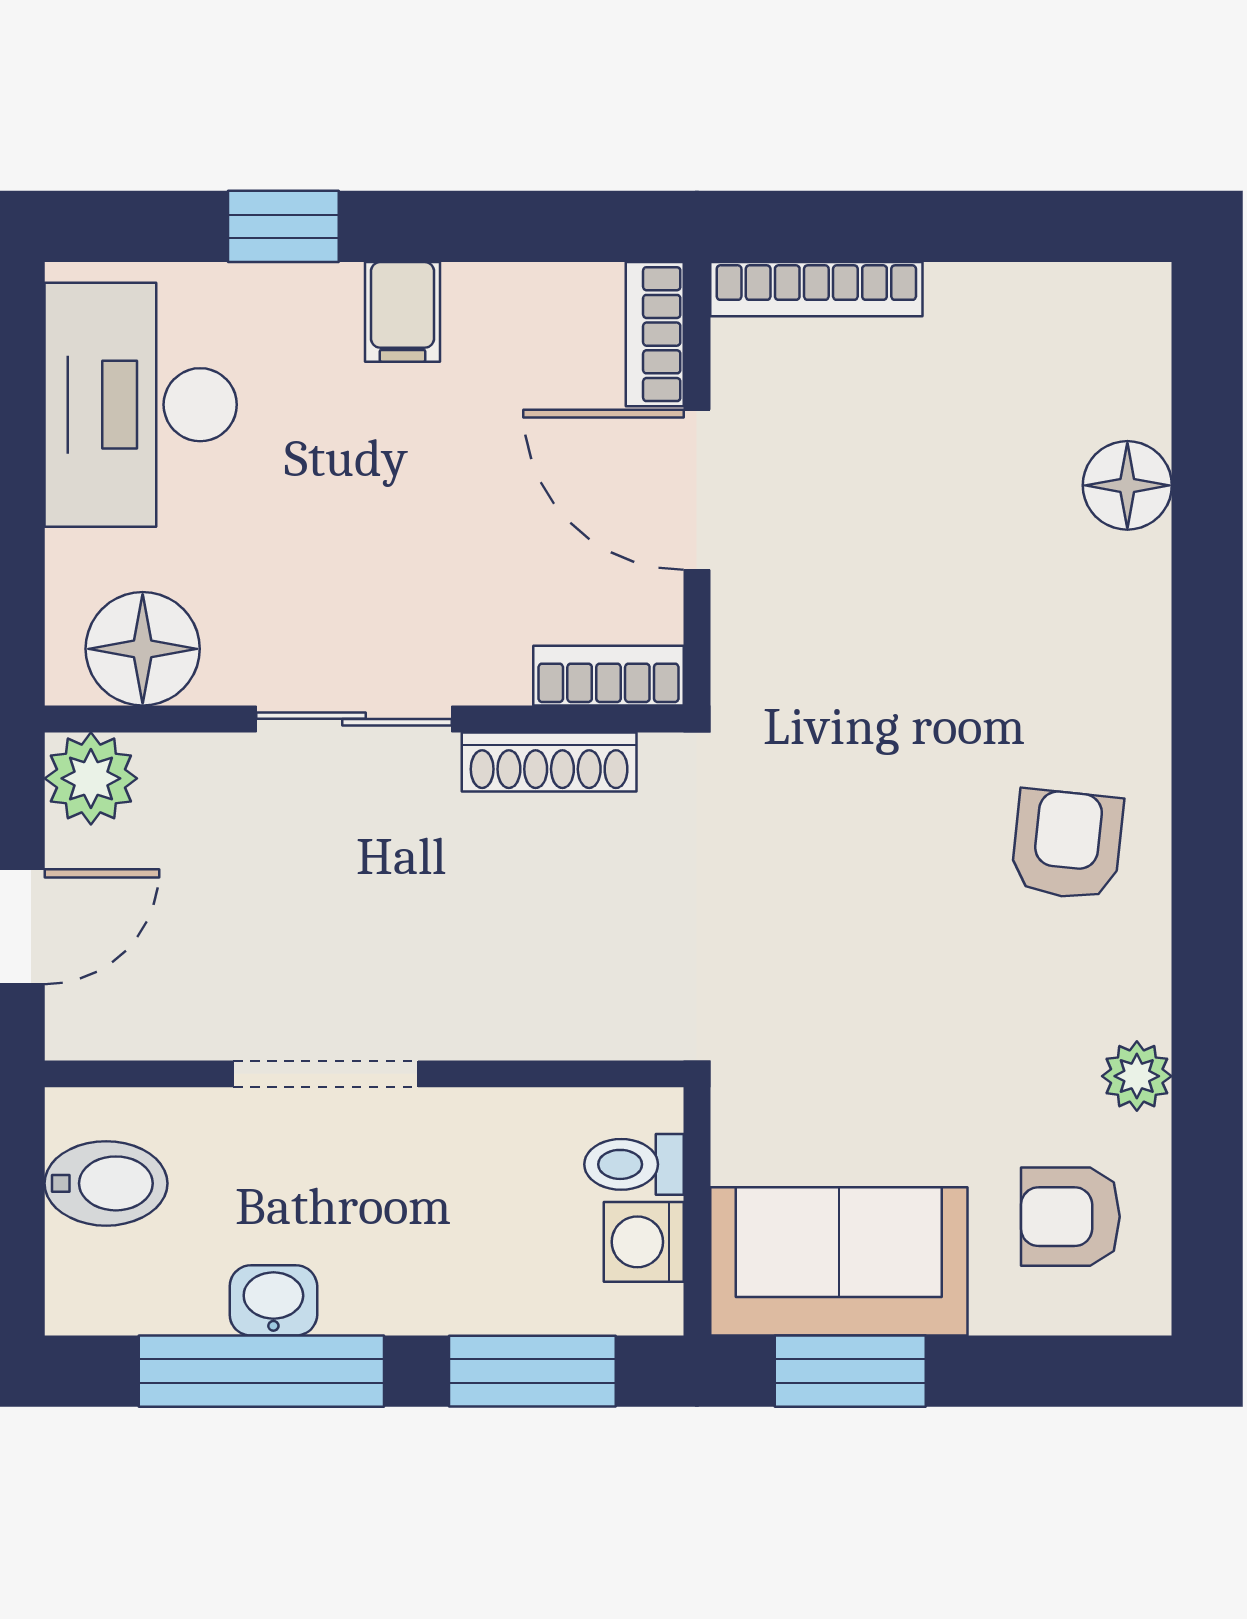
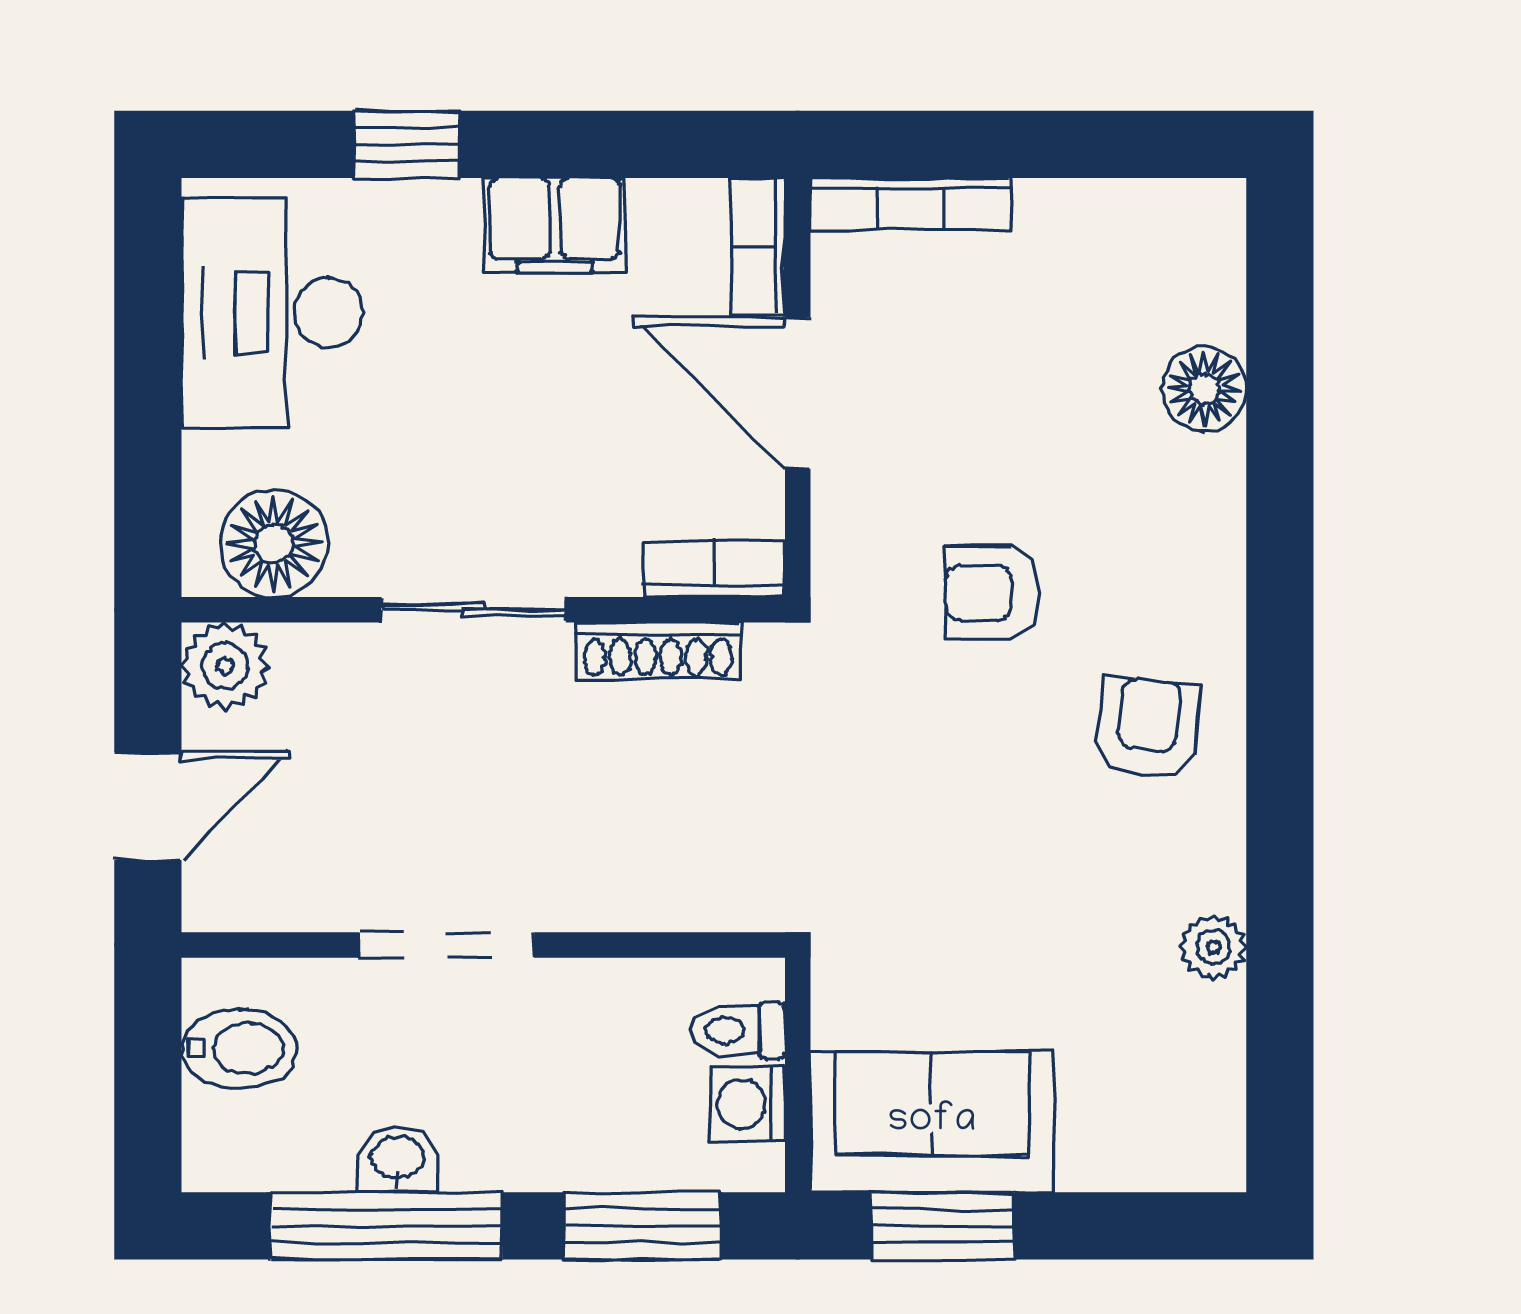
filing cabinet: (402, 312) -> (555, 225), width x2.00
armchair: (1070, 1217) -> (992, 593), moved

